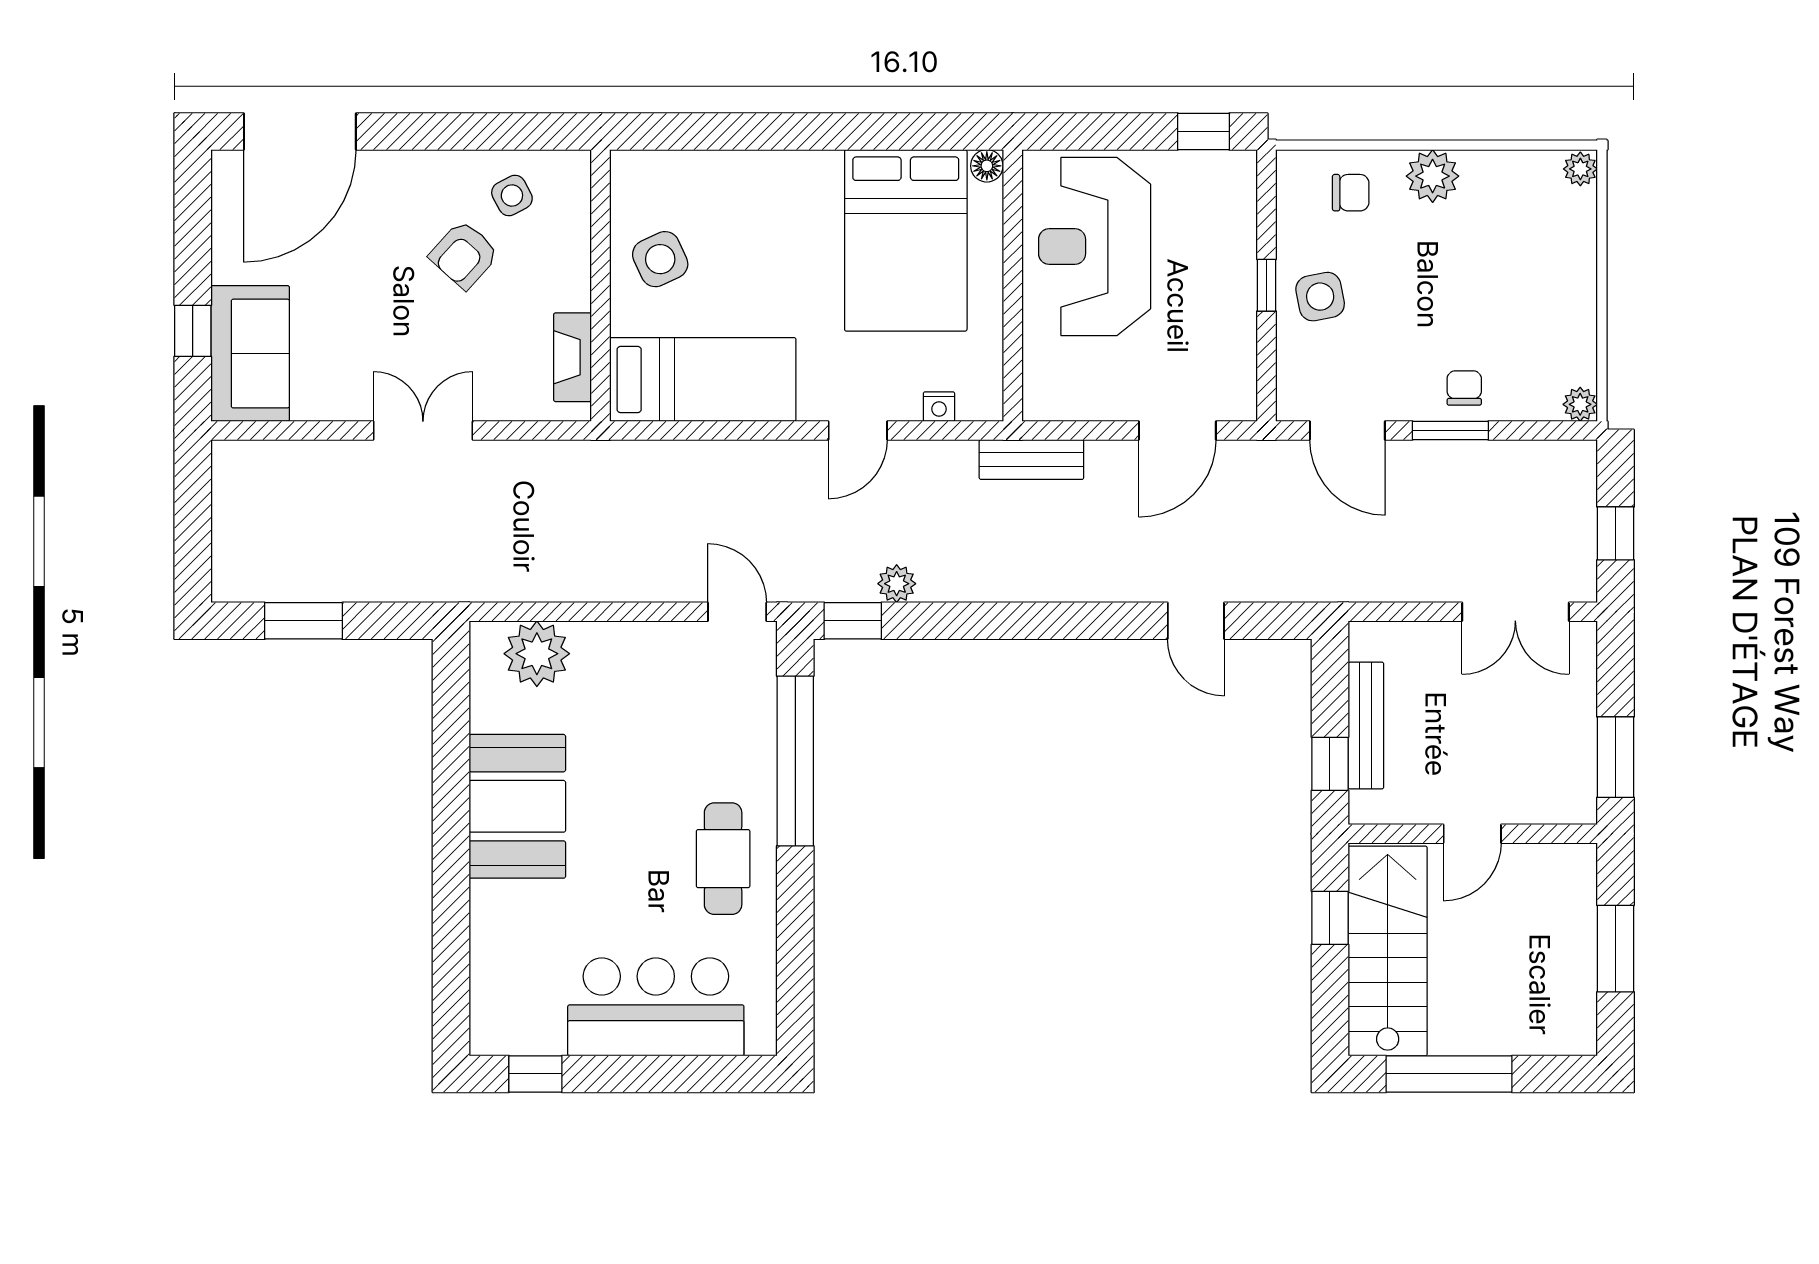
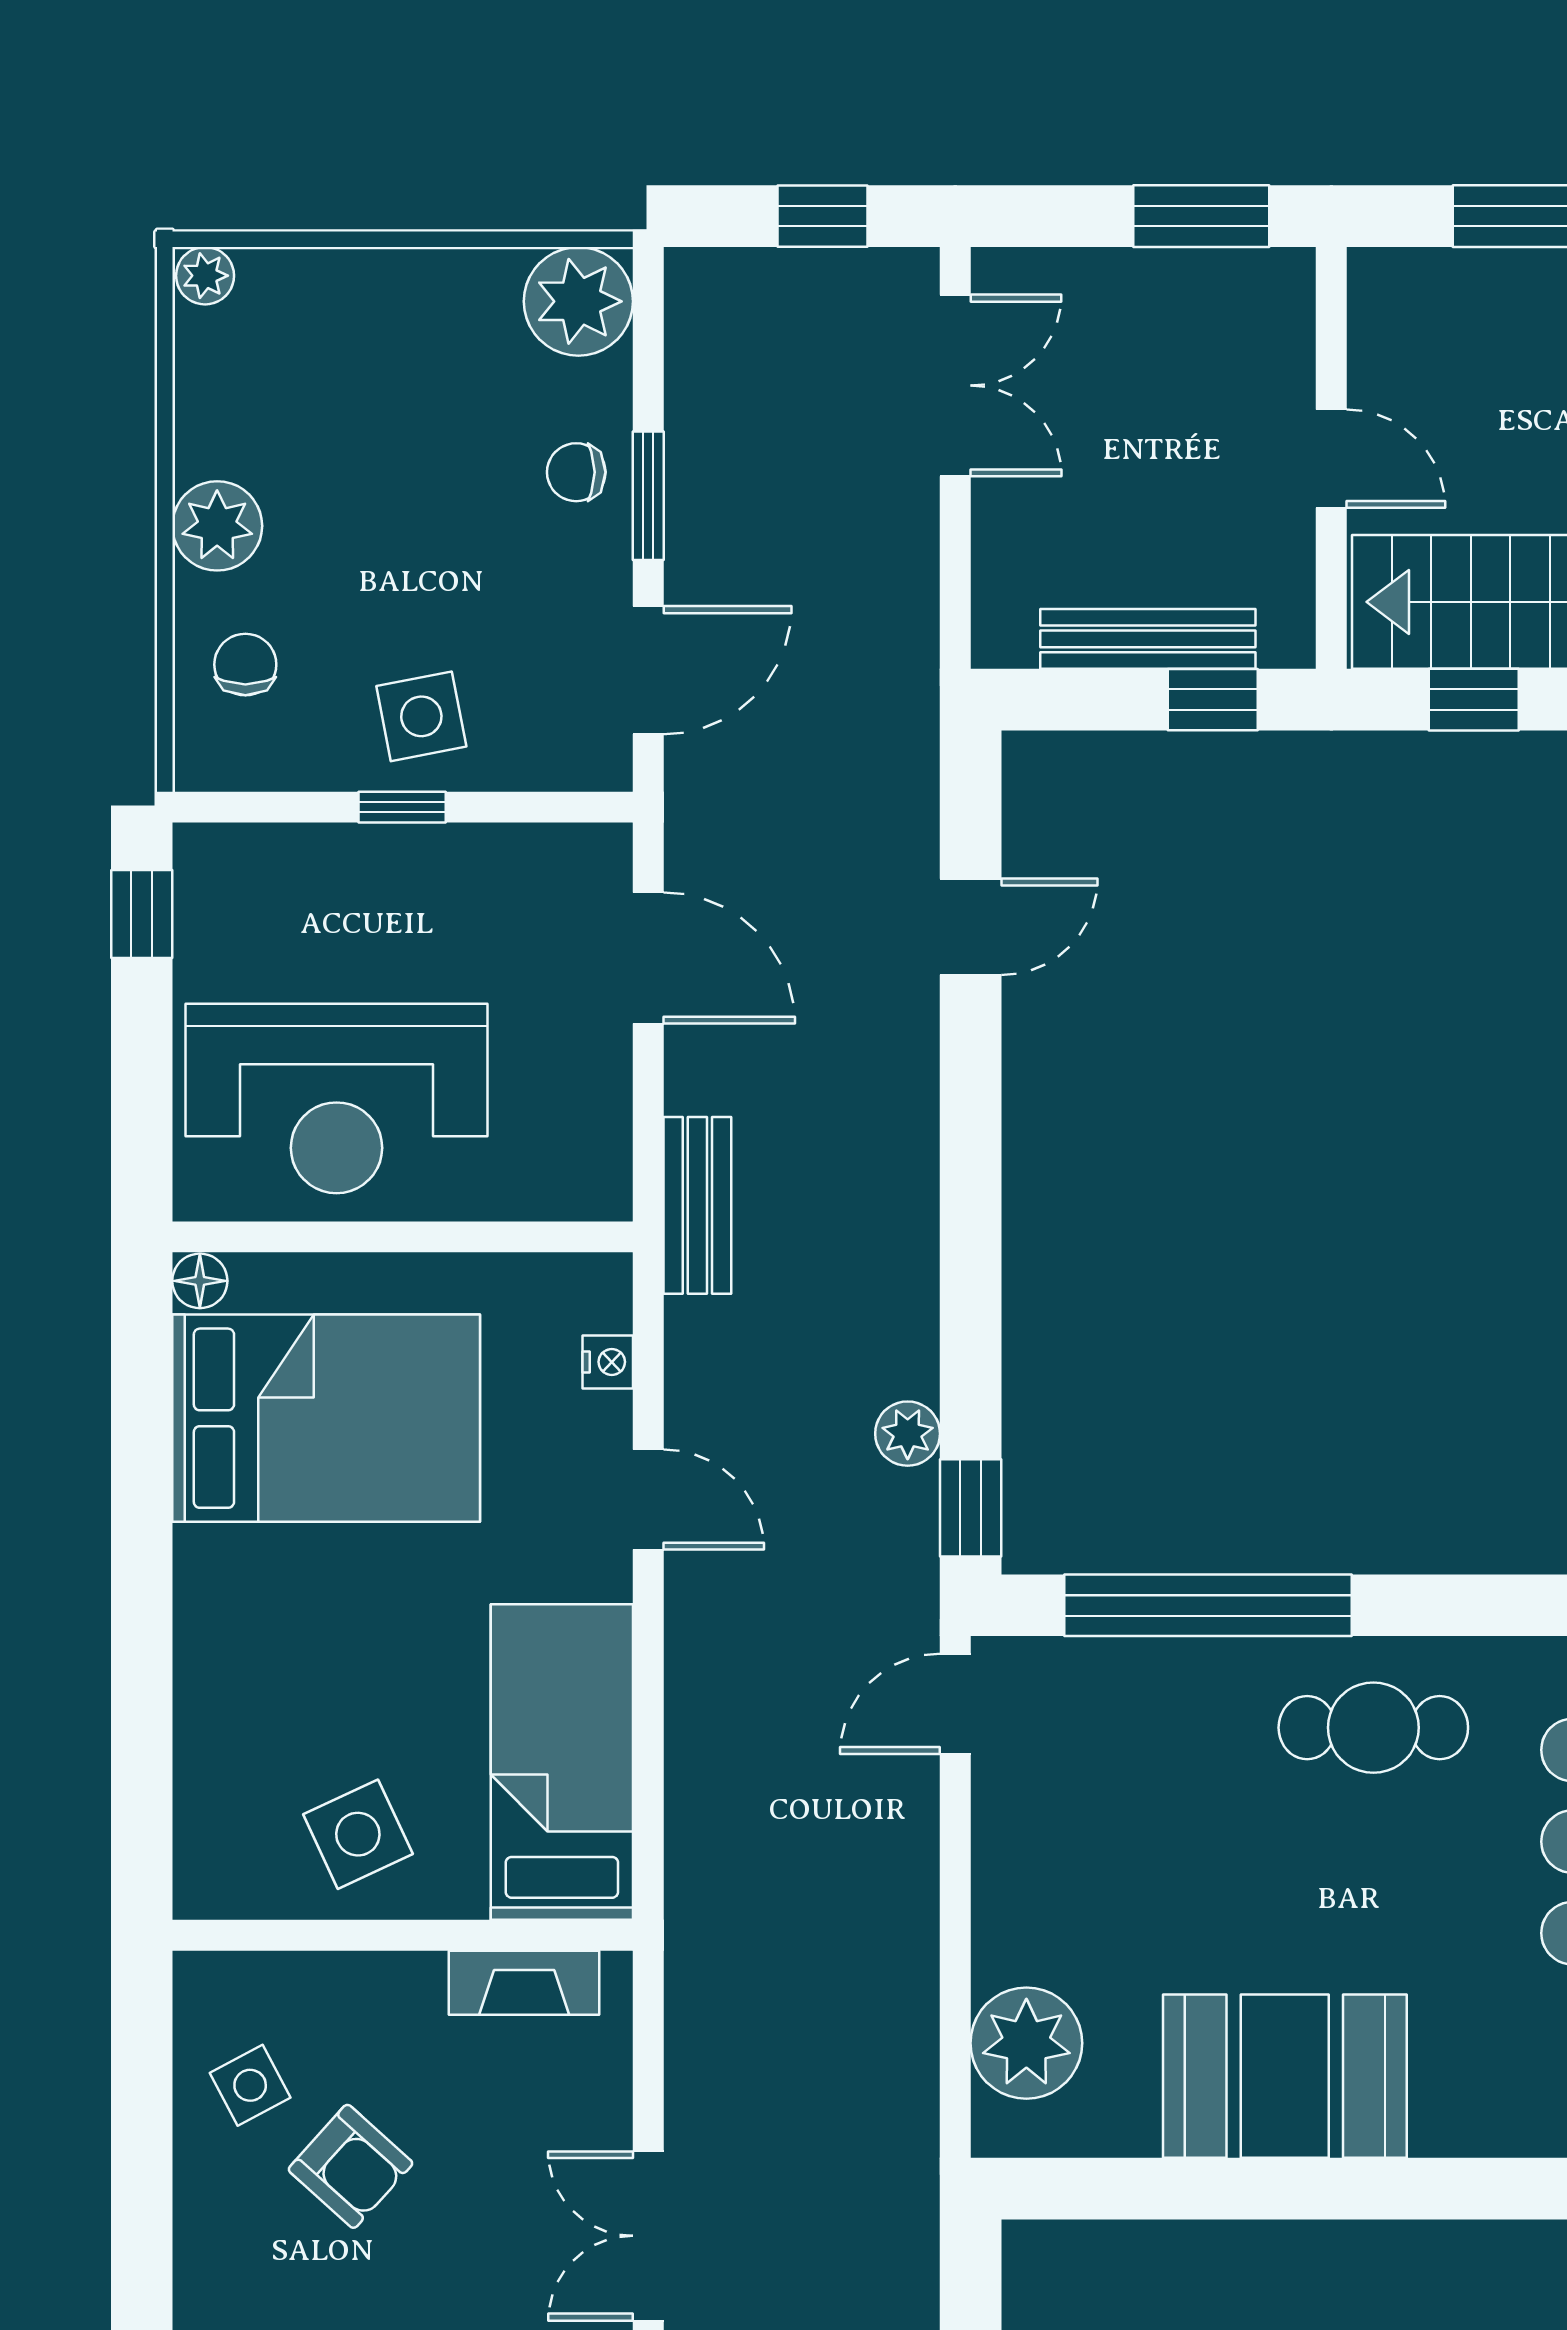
plant: (1580, 404) -> (578, 301), width x1.88, depth x1.88

